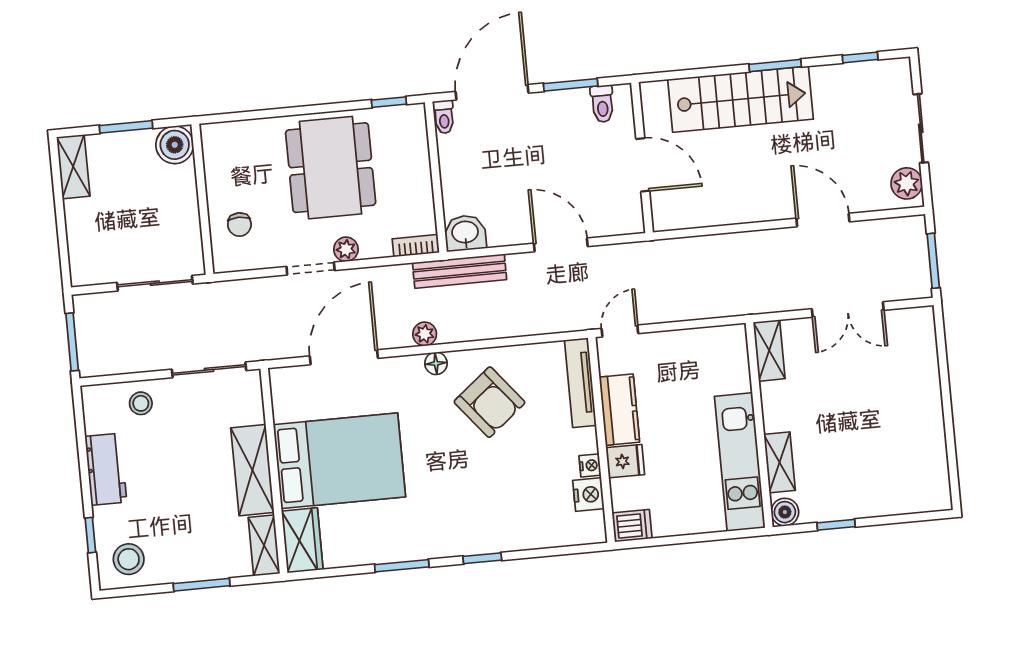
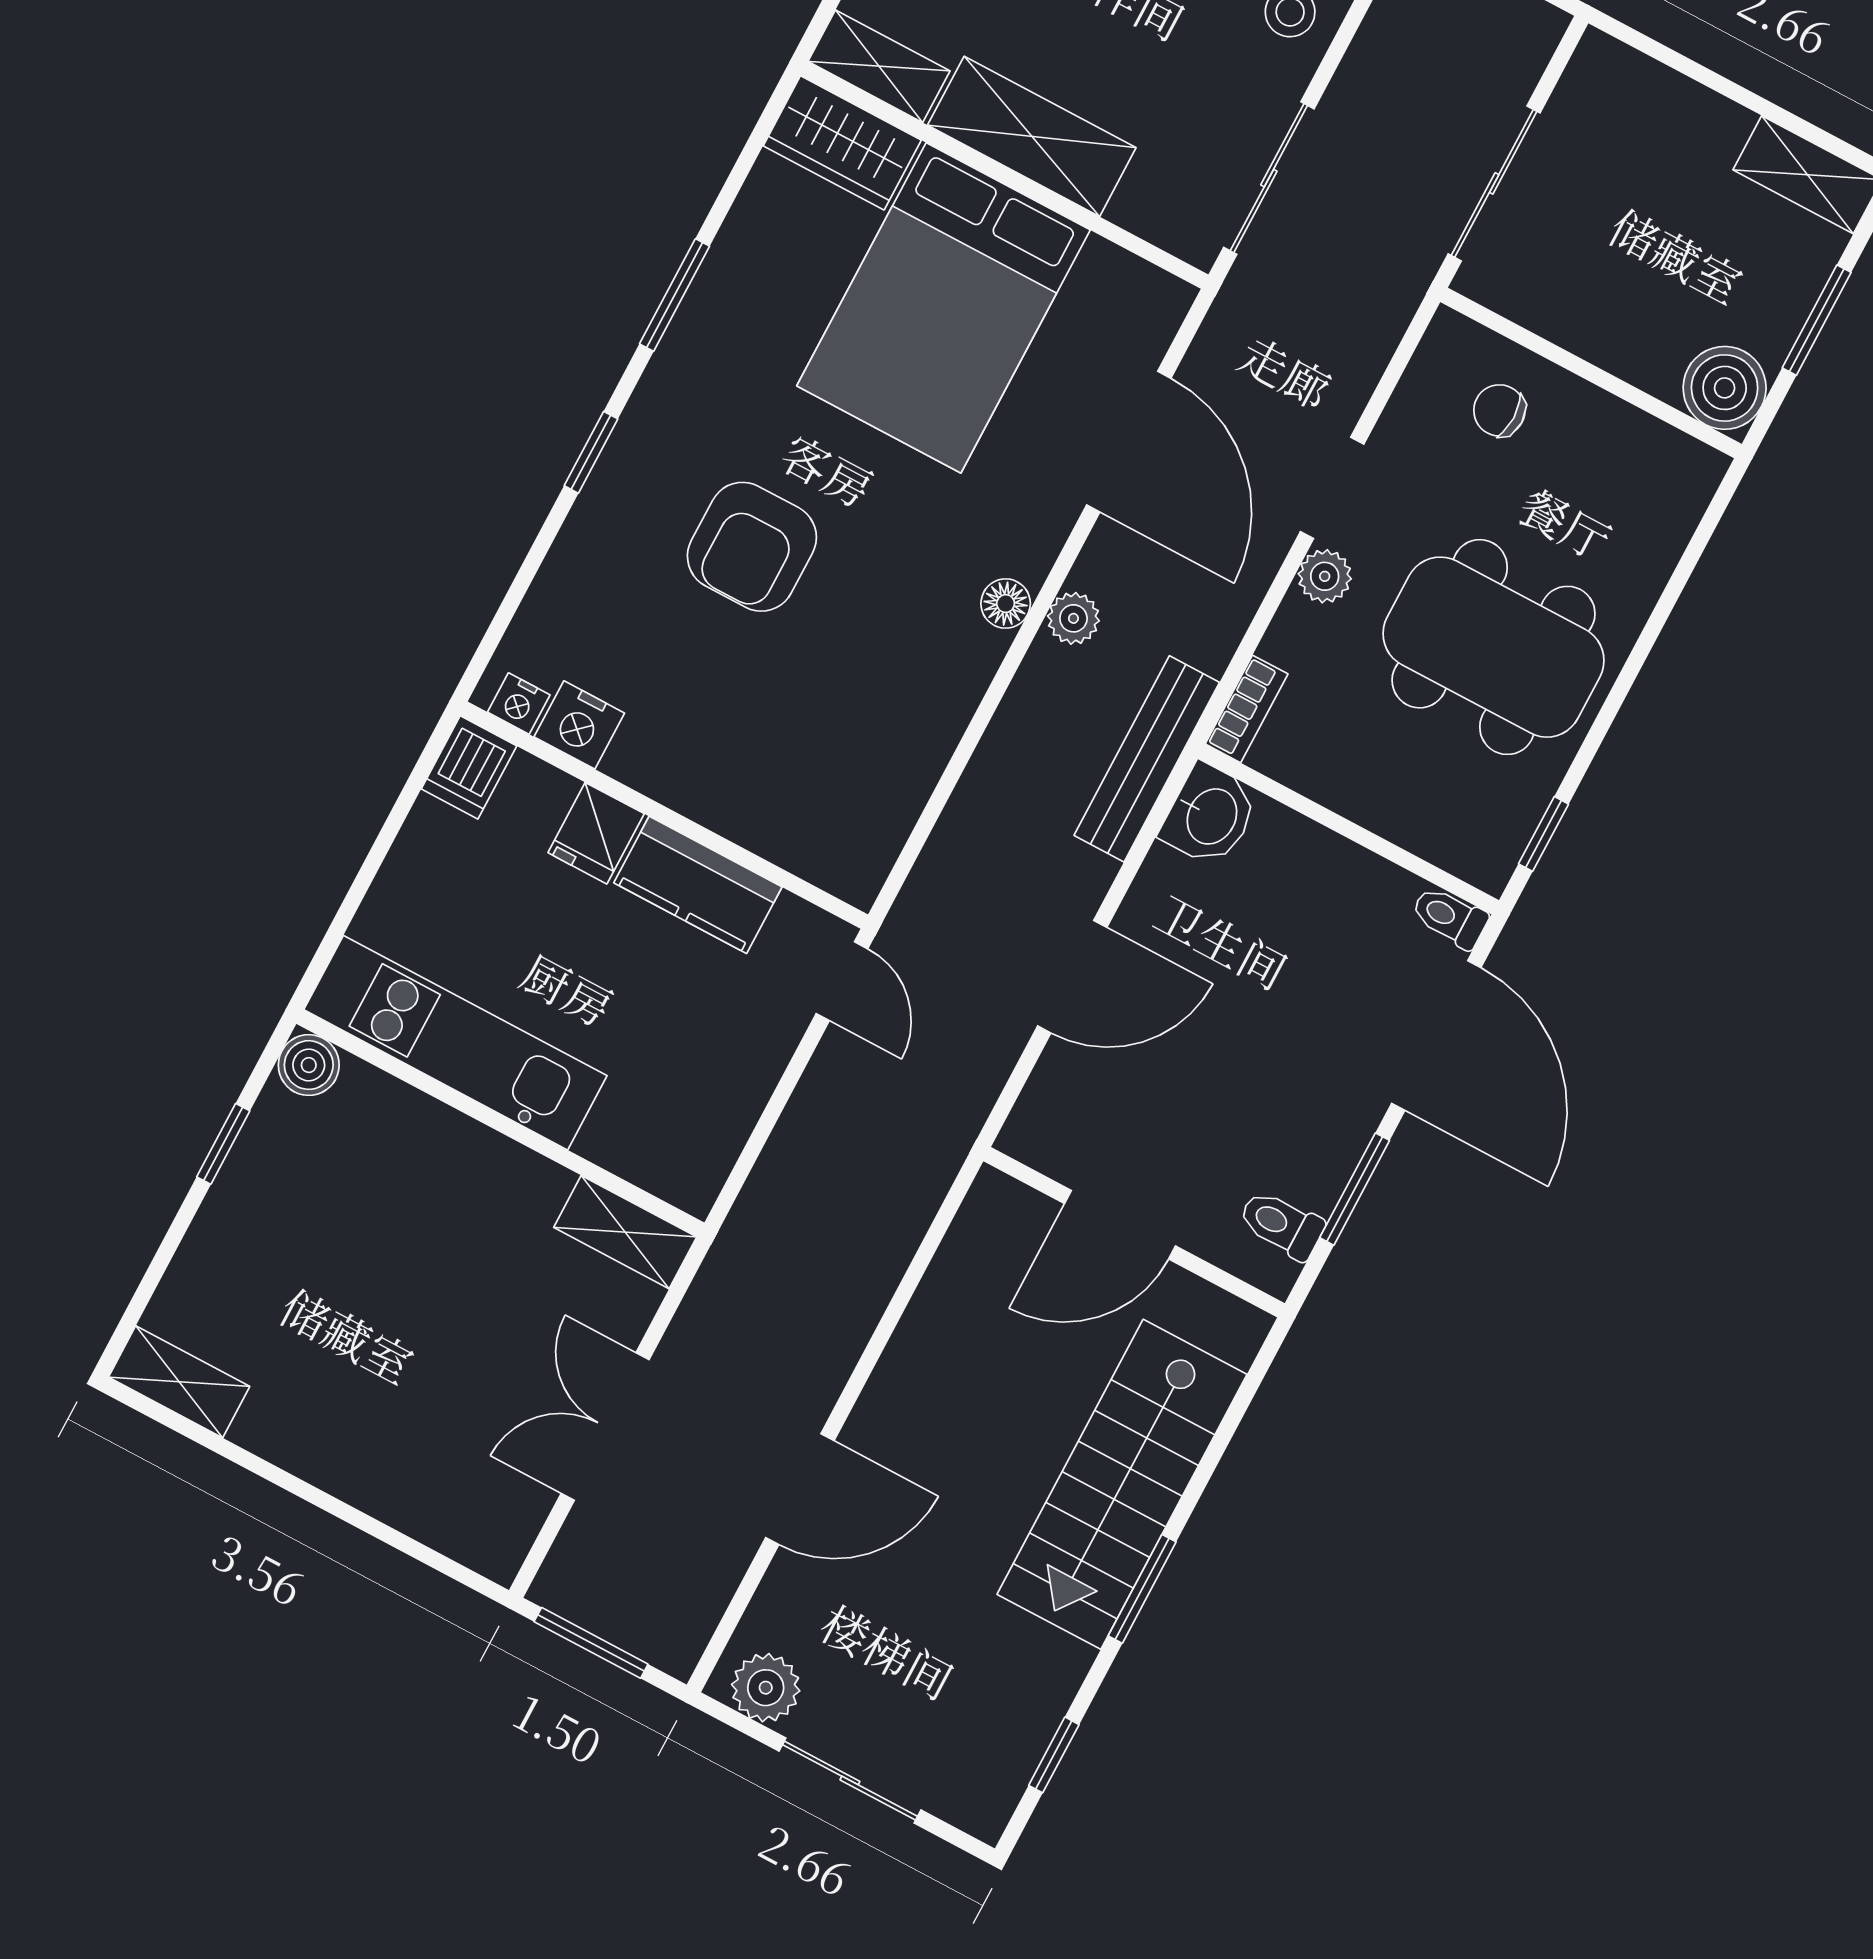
tv unit: (580, 383) -> (795, 846), removed
armchair: (490, 402) -> (752, 547), moved, turned -51
shelving: (780, 462) -> (179, 1382), moved
nightstand: (590, 465) -> (519, 703), moved

